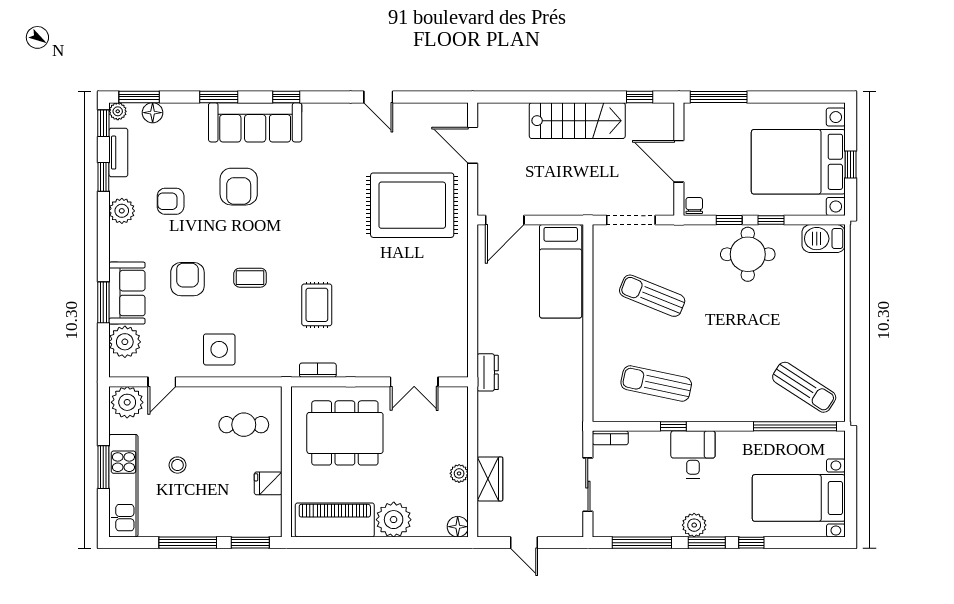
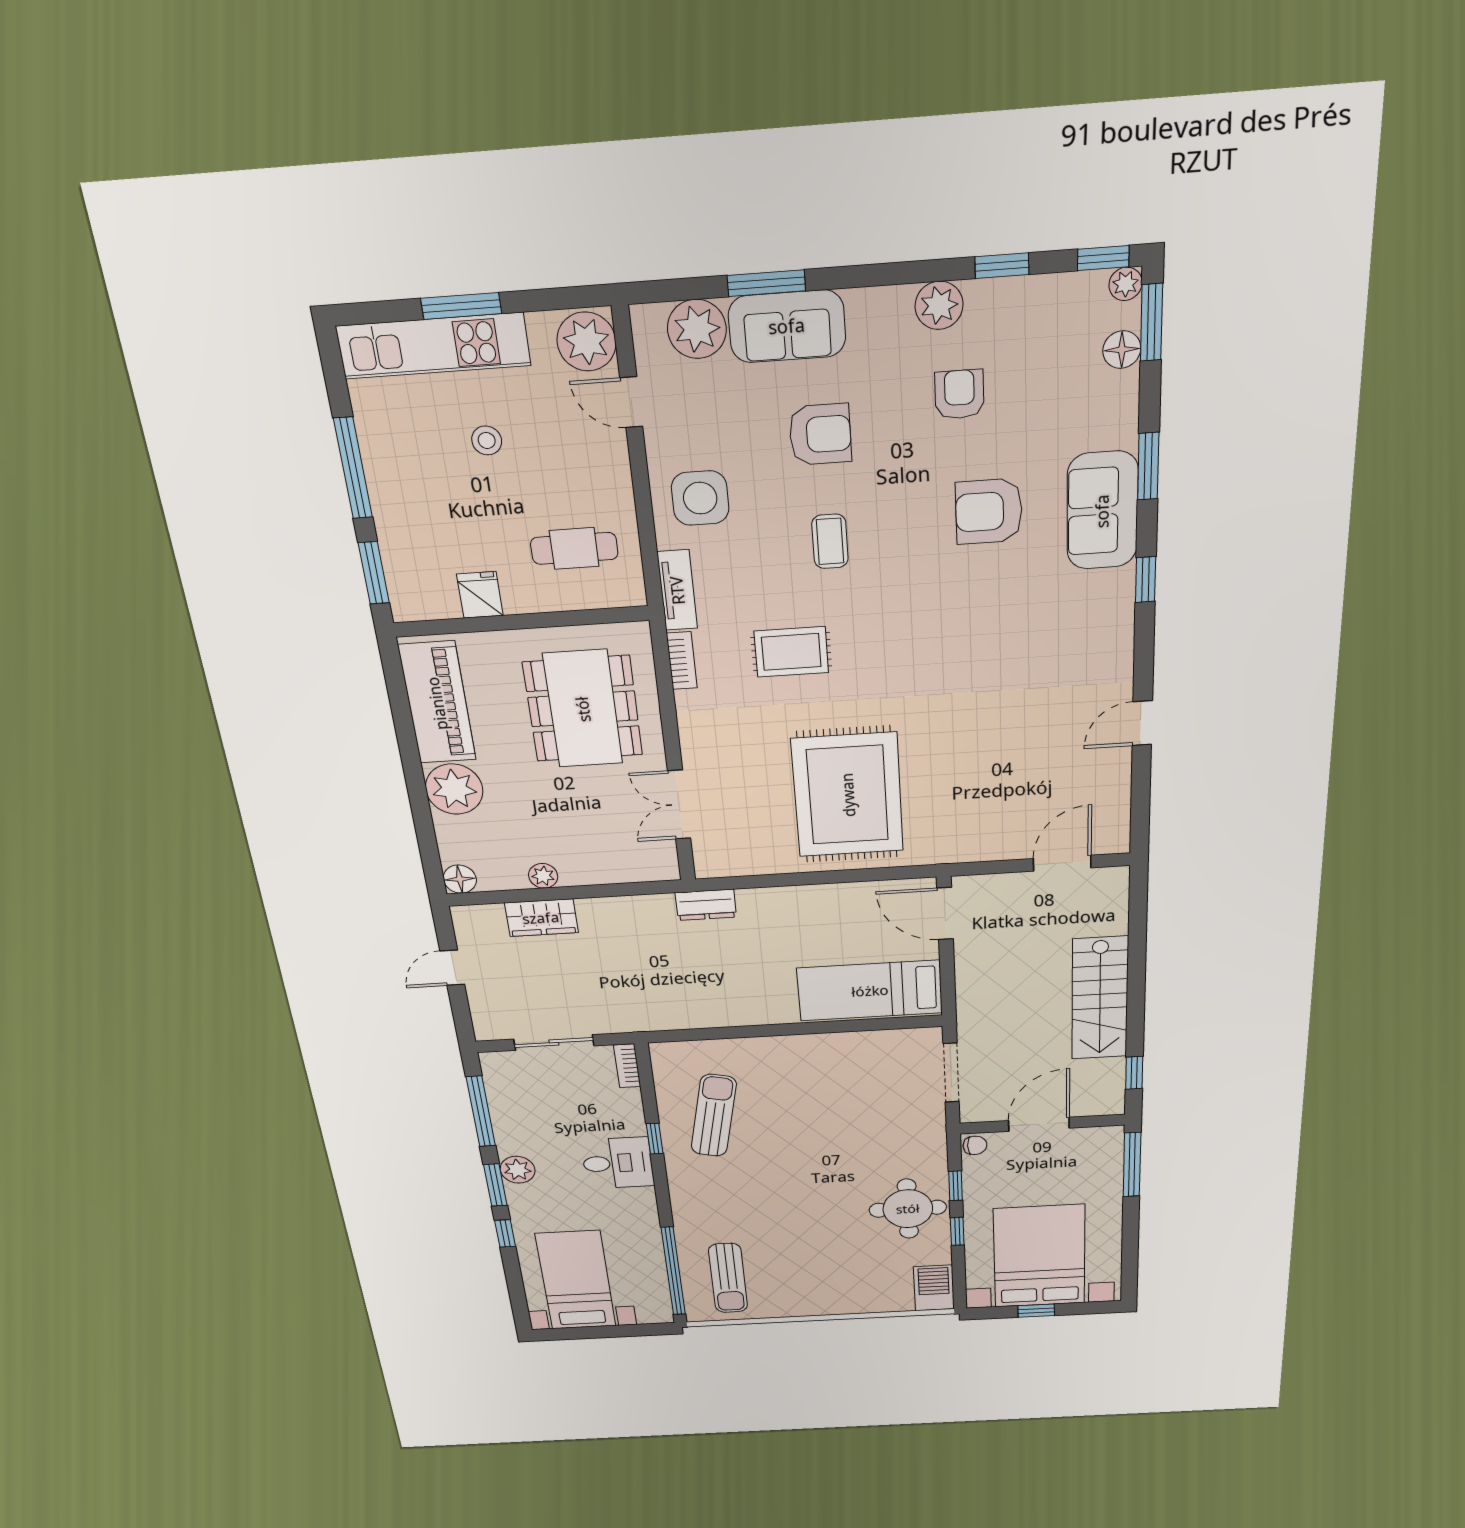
sofa: (255, 122) -> (1102, 511), width x0.73
tv unit: (118, 153) -> (677, 590), moved, turned -90
rug: (412, 205) -> (848, 795), moved
sun lounger: (652, 296) -> (841, 1104), removed
sun lounger: (804, 387) -> (728, 1278), turned -33
cafe table: (244, 425) -> (574, 548), turned 90

